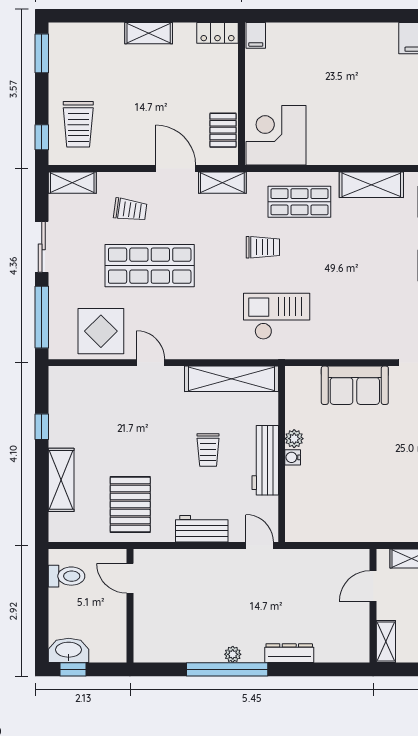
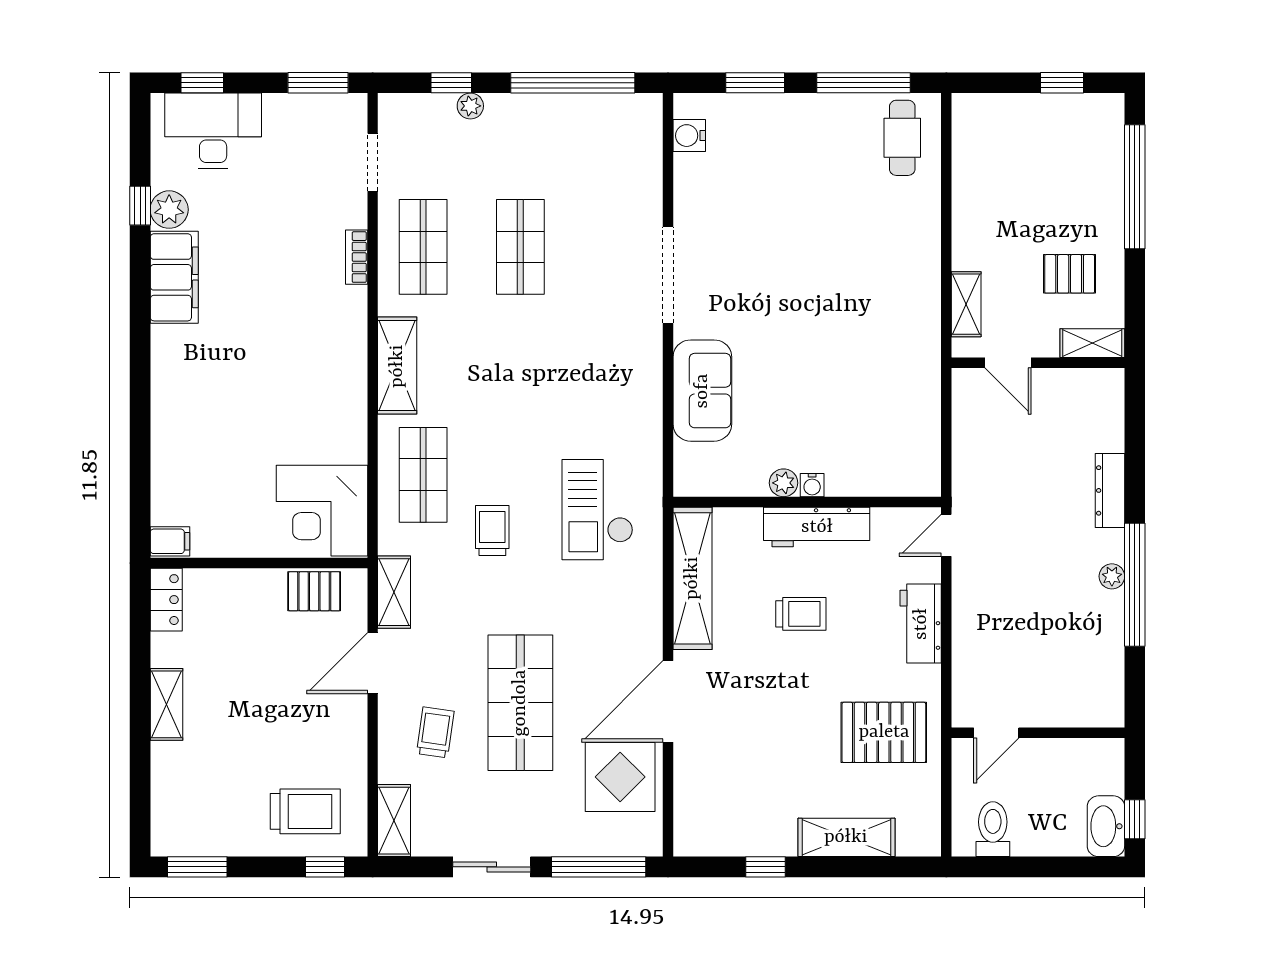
door: (151, 363) -> (668, 701), width x1.87

